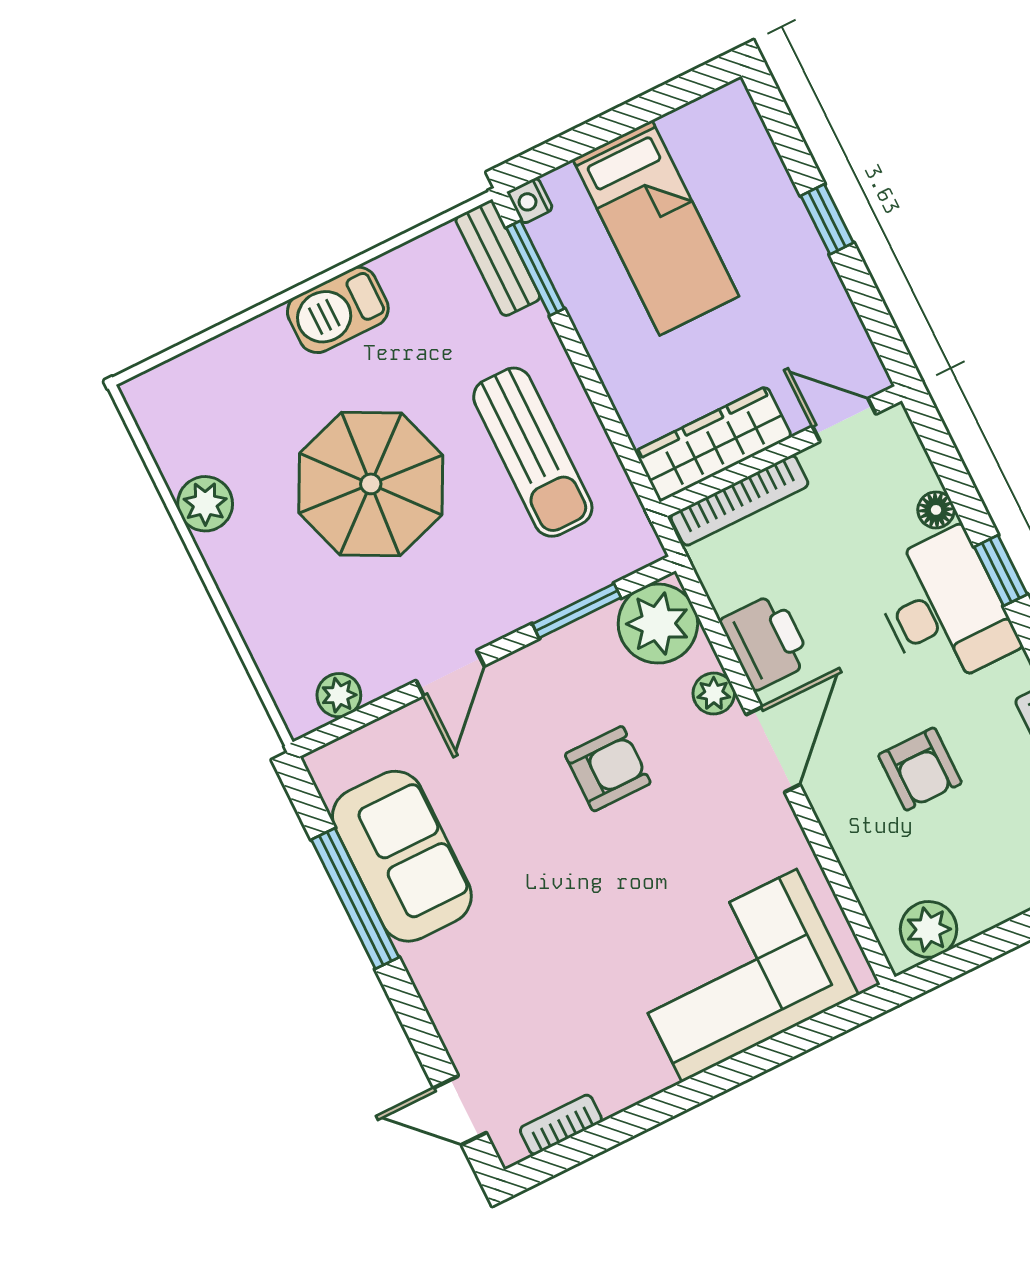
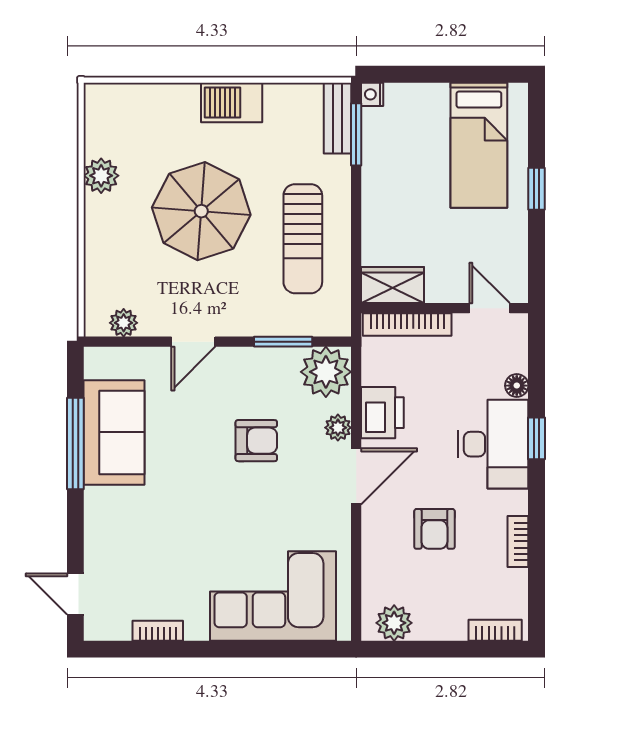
bed: (656, 228) -> (479, 145), moved
wardrobe: (713, 444) -> (393, 285), width x0.67
bookcase: (561, 1125) -> (158, 631), moved

